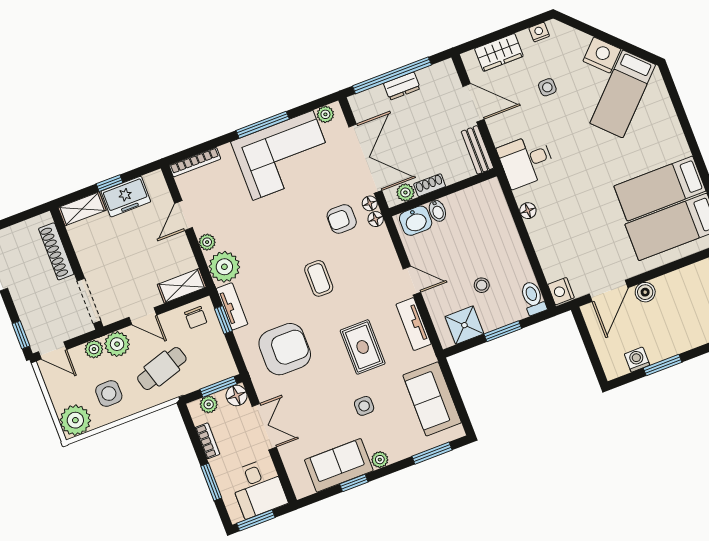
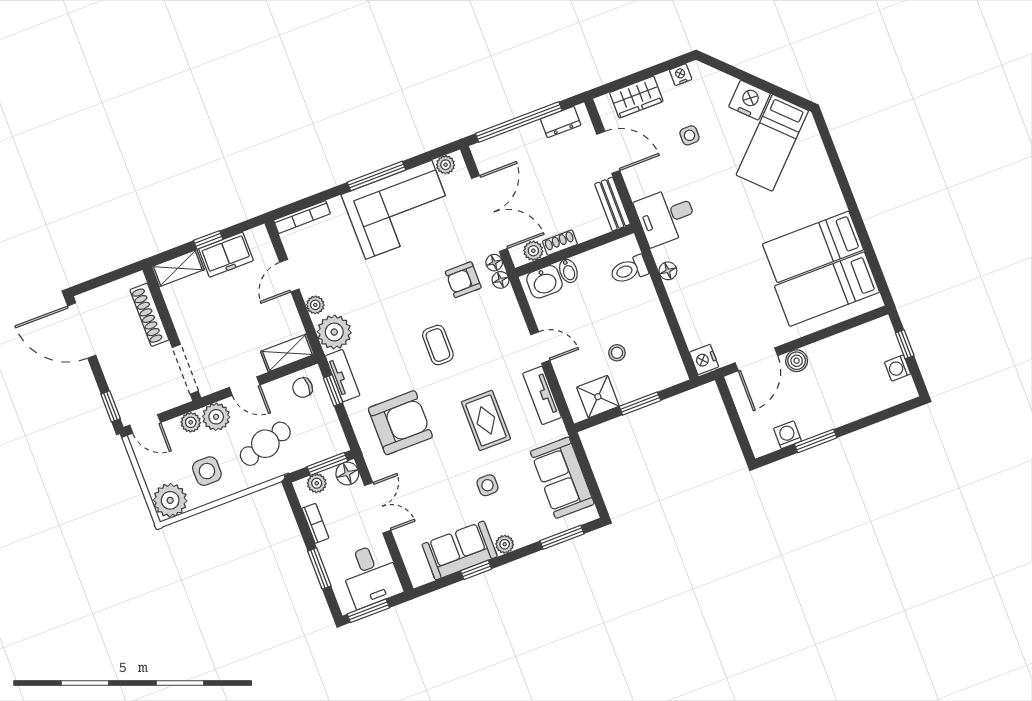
dresser: (402, 86) -> (561, 122), moved
toilet: (533, 298) -> (629, 270), moved, turned -90
chair: (196, 317) -> (303, 388), turned 90

